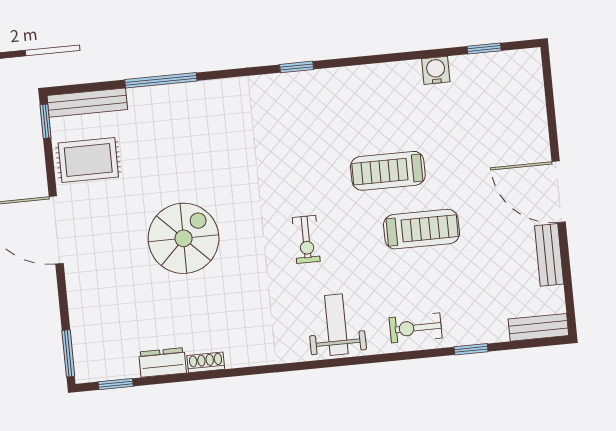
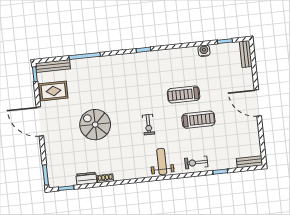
spiral stairs: (184, 238) -> (95, 125), turned -90
bench: (549, 255) -> (246, 54), moved

